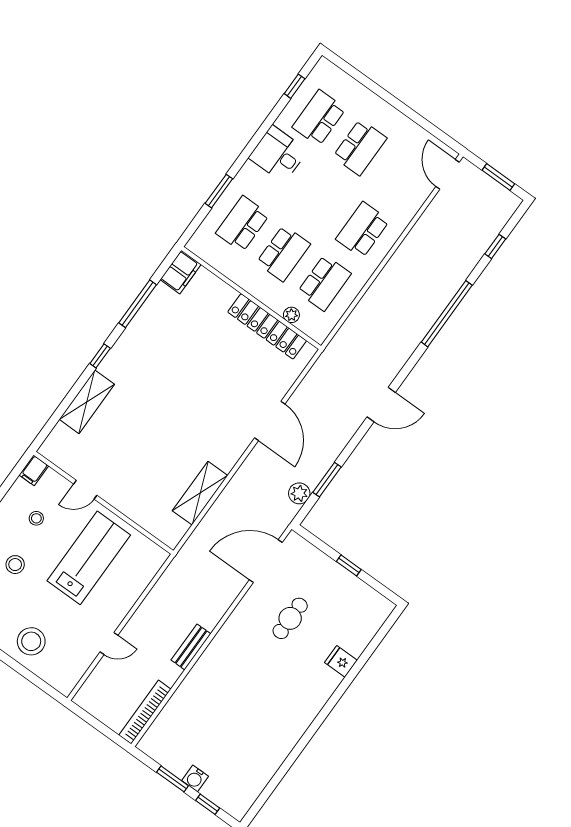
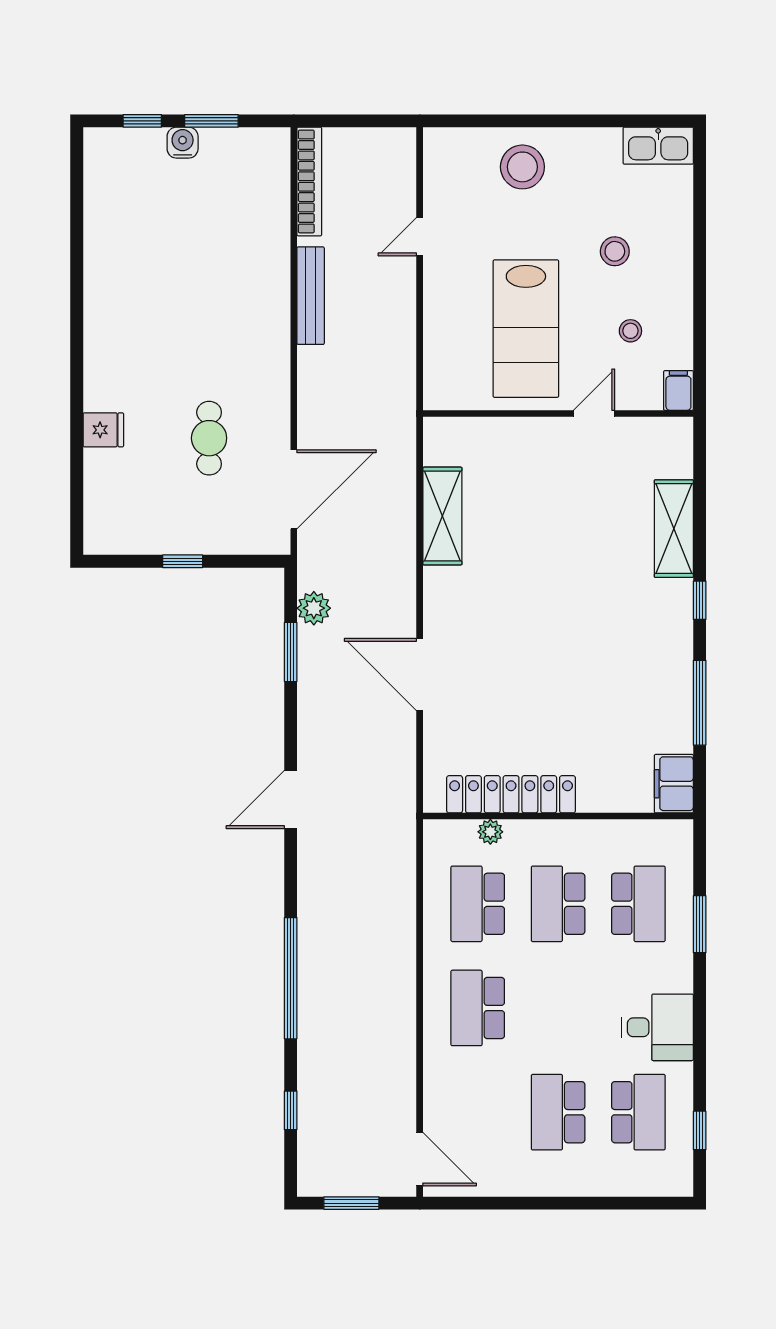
school desk: (363, 230) -> (478, 1008), turned 180
bench: (191, 647) -> (311, 296), width x1.36

